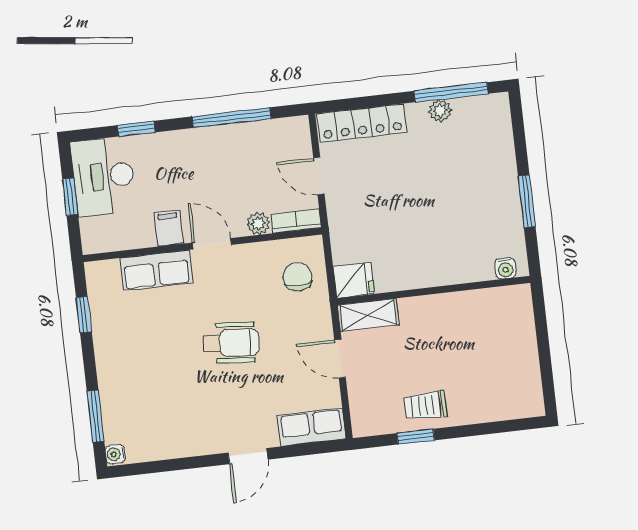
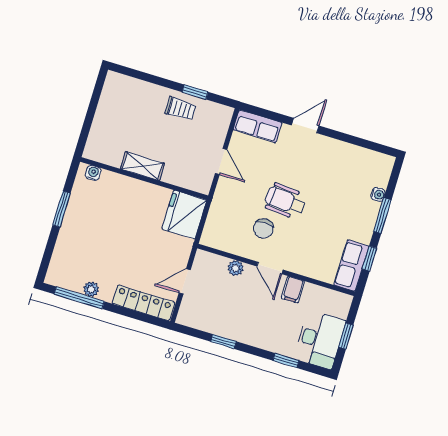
window: (232, 118) -> (223, 342), width x0.46
door: (319, 176) -> (185, 281), swing flipped
bookcase: (296, 221) -> (211, 260), removed
row of seats: (156, 270) -> (351, 265), moved, turned -90
chair: (297, 277) -> (263, 229), moved
fridge: (354, 280) -> (184, 215), width x1.88, depth x1.34
shelving: (368, 315) -> (143, 166), moved
window: (96, 416) -> (382, 216), moved
water cooler: (115, 454) -> (378, 194), moved

